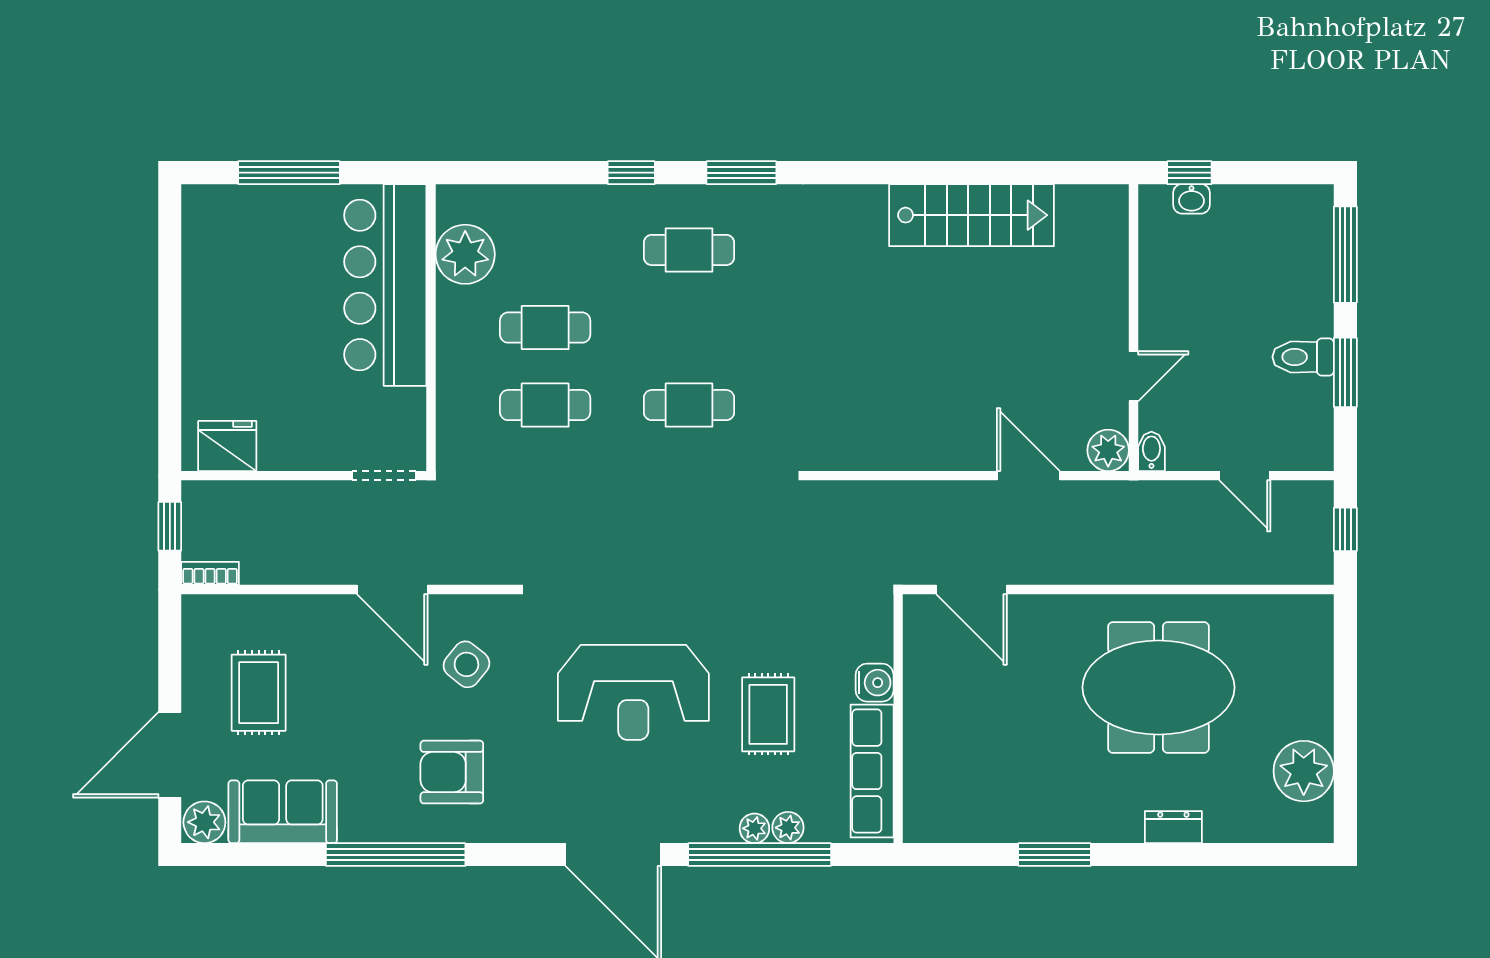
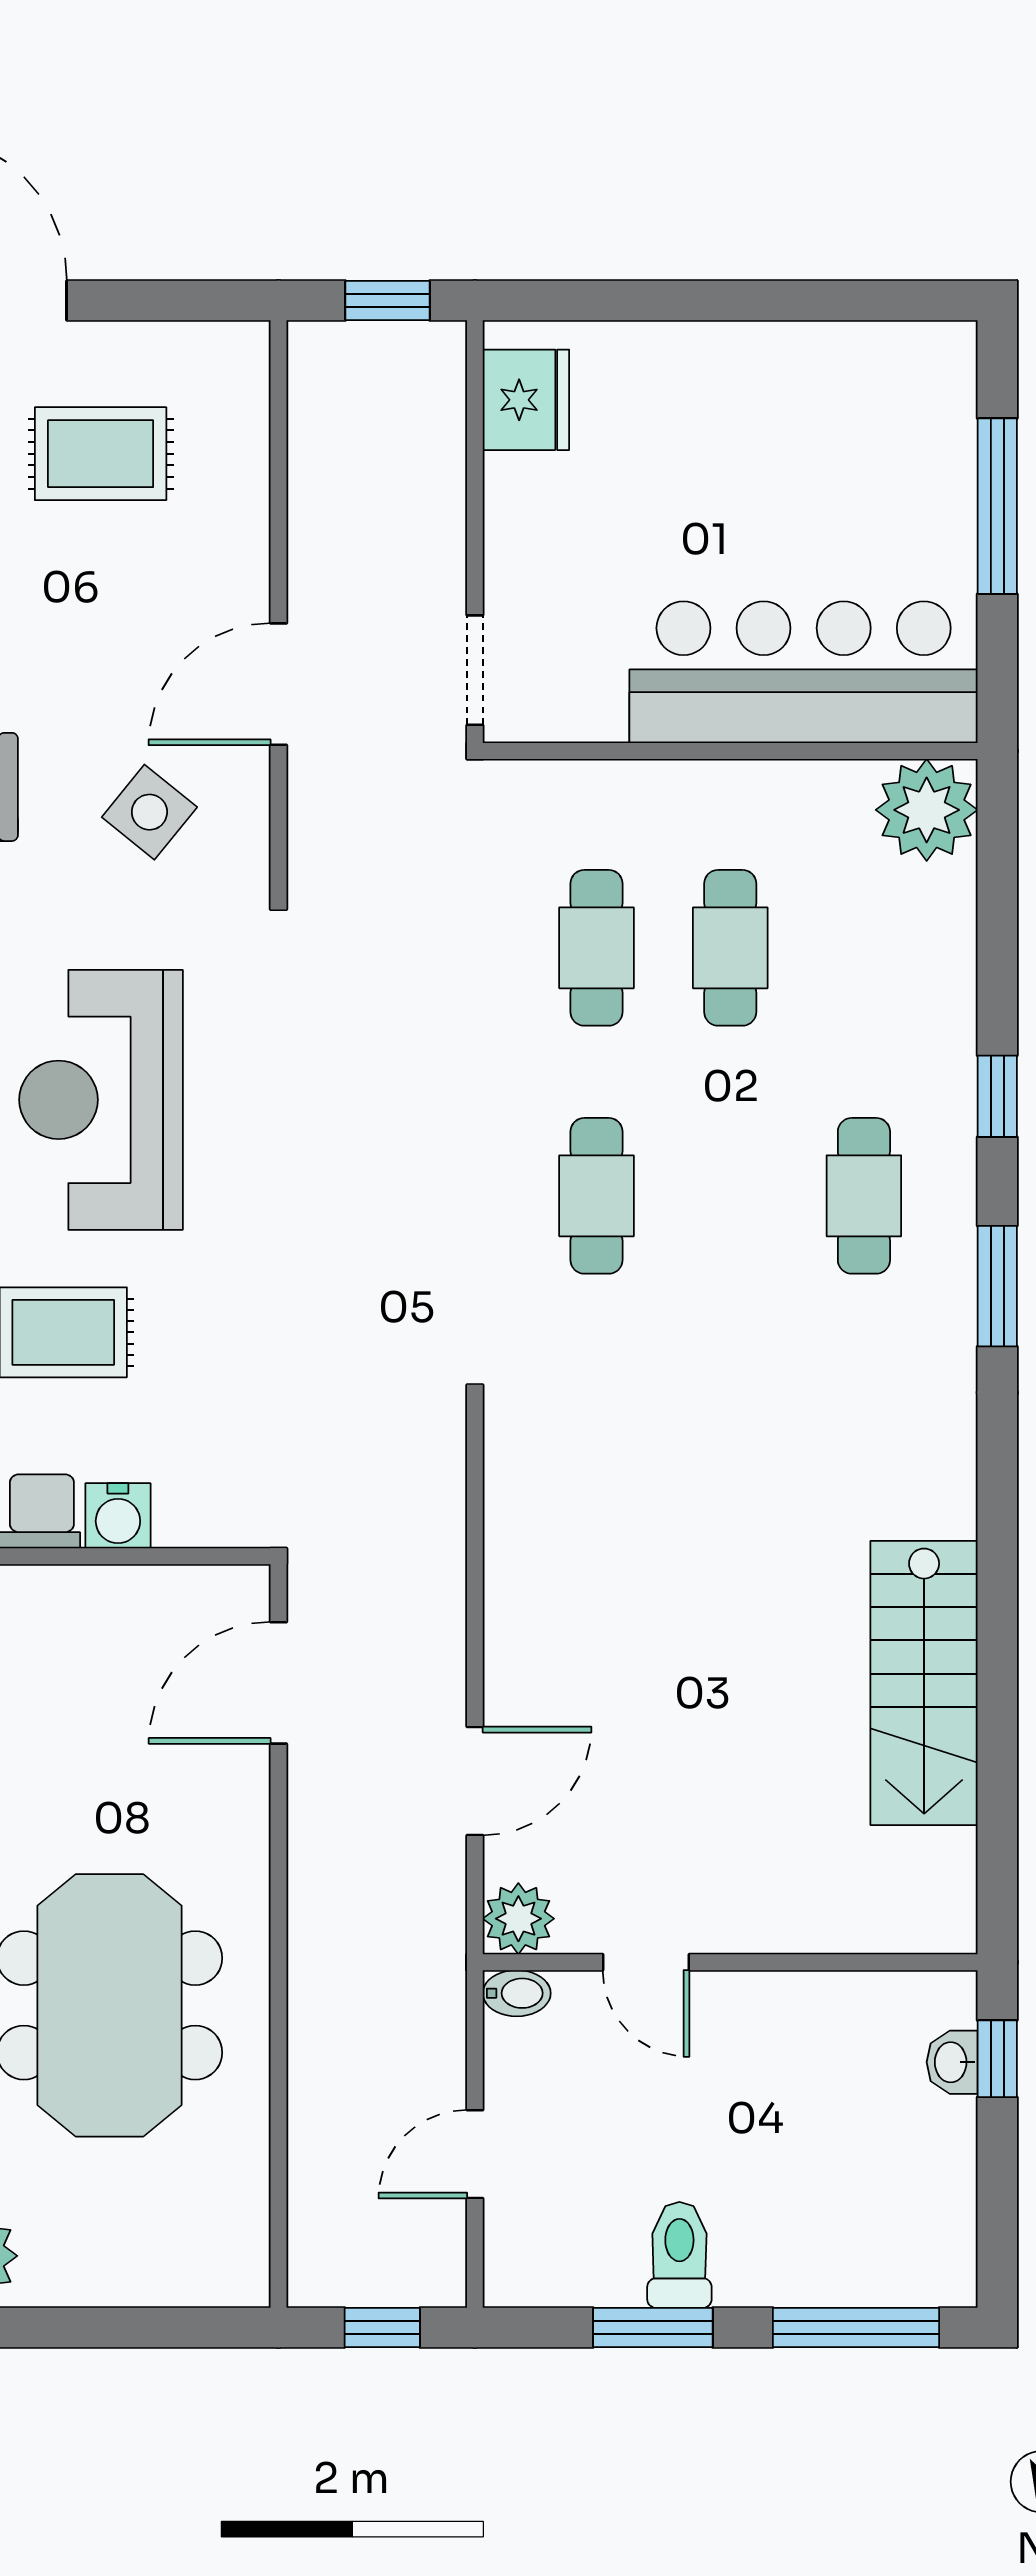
plant: (465, 254) -> (927, 810), moved
bookcase: (210, 573) -> (306, 370), removed

